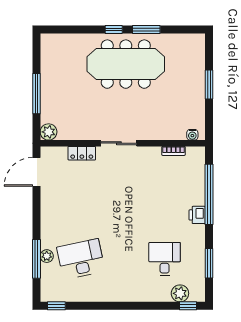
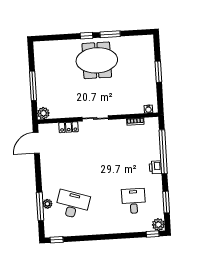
meeting table: (126, 64) -> (97, 60), width x0.73
desk: (81, 259) -> (72, 205), turned 30
plant: (180, 293) -> (158, 225), moved

